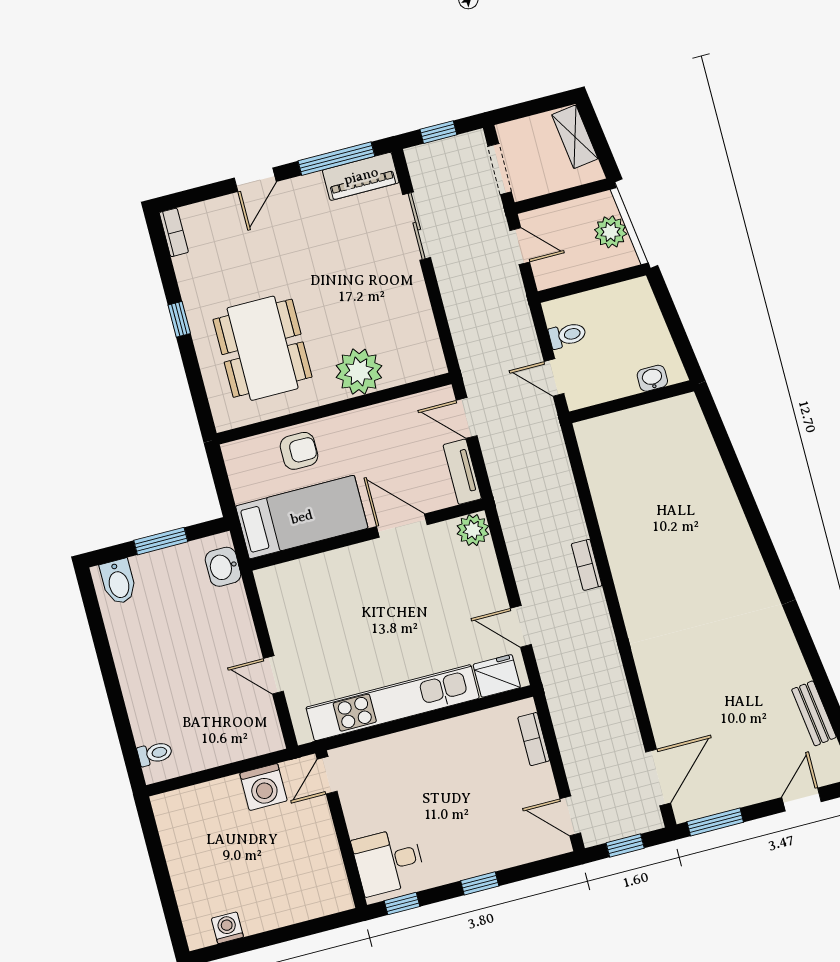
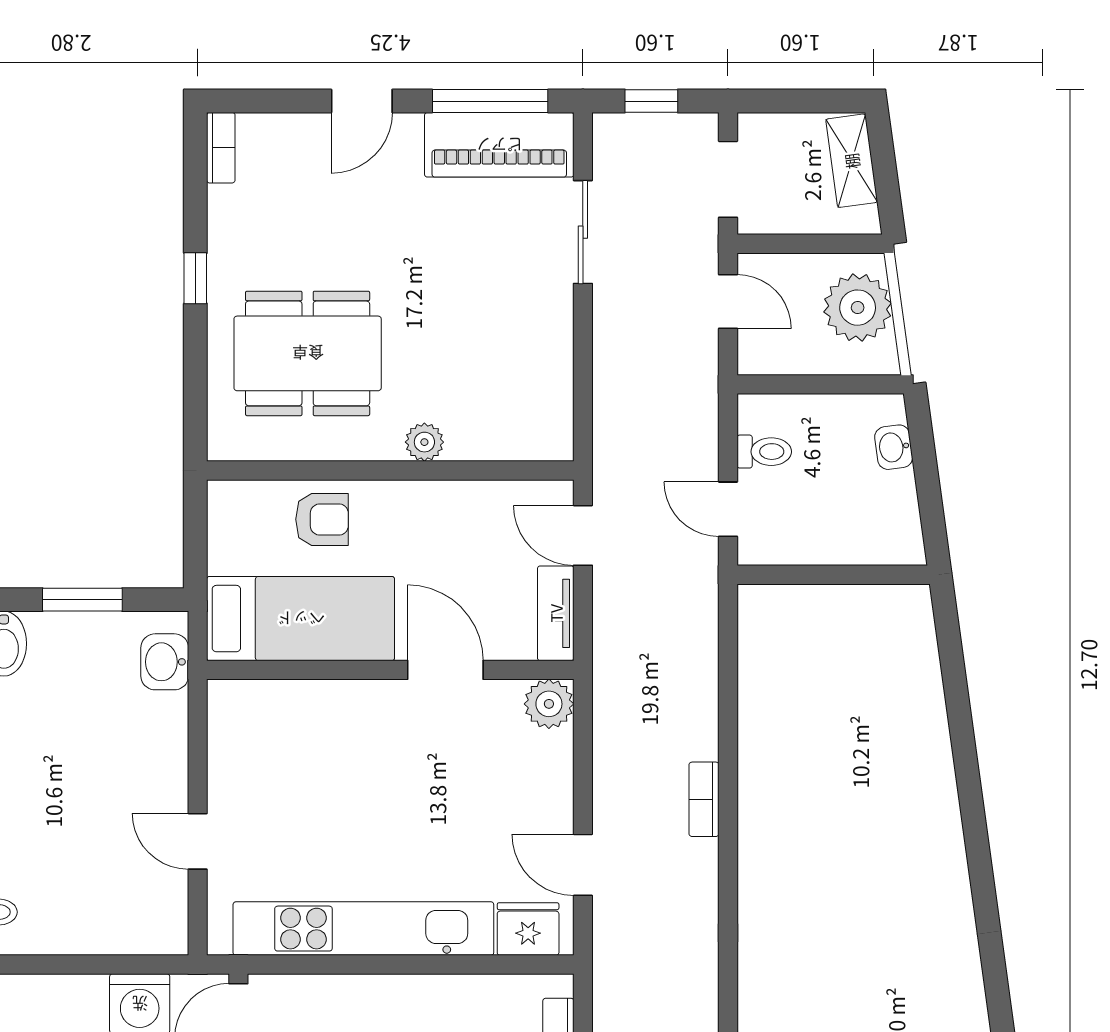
piano: (361, 176) -> (499, 145), width x1.37, depth x1.33
plant: (611, 232) -> (858, 308), width x1.36, depth x1.36
dining table: (263, 348) -> (308, 353), turned 90
plant: (359, 372) -> (424, 442), width x0.53, depth x0.53
washbasin: (652, 378) -> (894, 447), moved, turned -98

